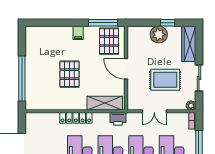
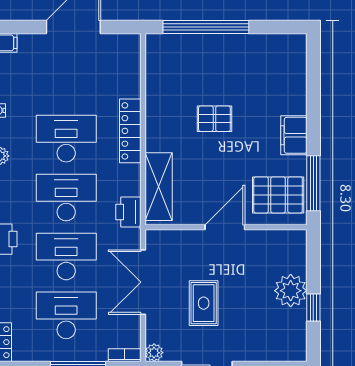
filing cabinet: (78, 33) -> (294, 135), width x2.00
wardrobe: (189, 44) -> (273, 348), removed
pallet: (69, 74) -> (214, 119), width x0.67, depth x0.71
rug: (165, 80) -> (204, 303), width x0.73, depth x0.70
double door: (154, 111) -> (143, 282), width x1.37

